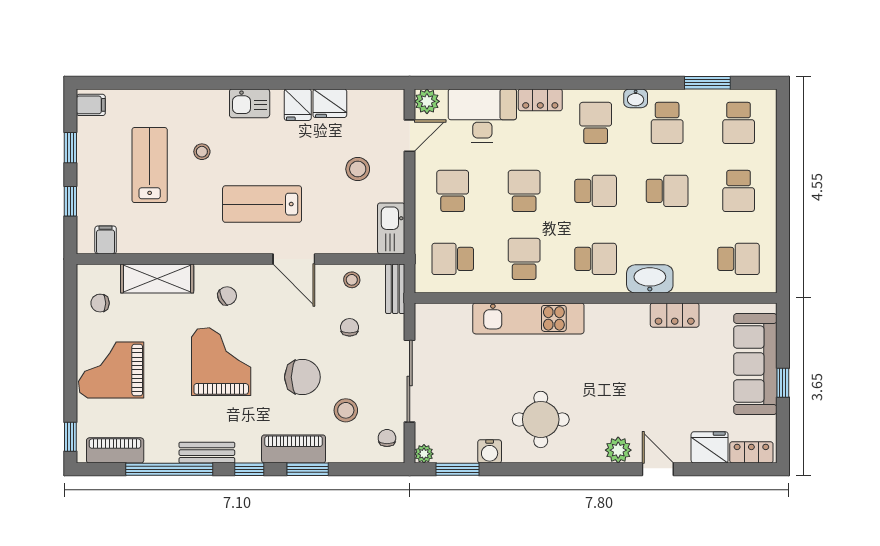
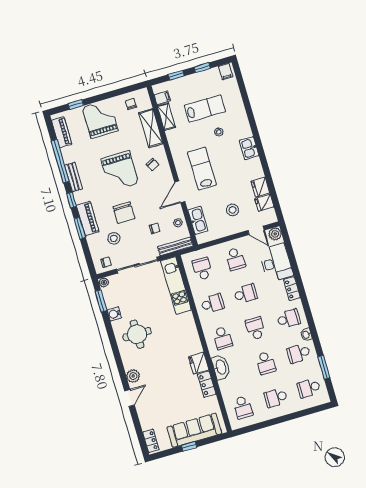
fridge: (298, 105) -> (264, 203), moved
school desk: (453, 191) -> (235, 259), turned 90
school desk: (596, 191) -> (256, 328), turned 180
kitchen sink: (391, 228) -> (198, 220), moved, turned 90
shelving: (143, 243) -> (166, 117), added
bench: (395, 289) -> (175, 246), width x1.36
kitchen unit: (528, 318) -> (176, 286), moved
grand piano: (221, 362) -> (120, 171), turned 90
window: (70, 437) -> (76, 105), moved
fridge: (710, 447) -> (199, 363), moved, turned 180

